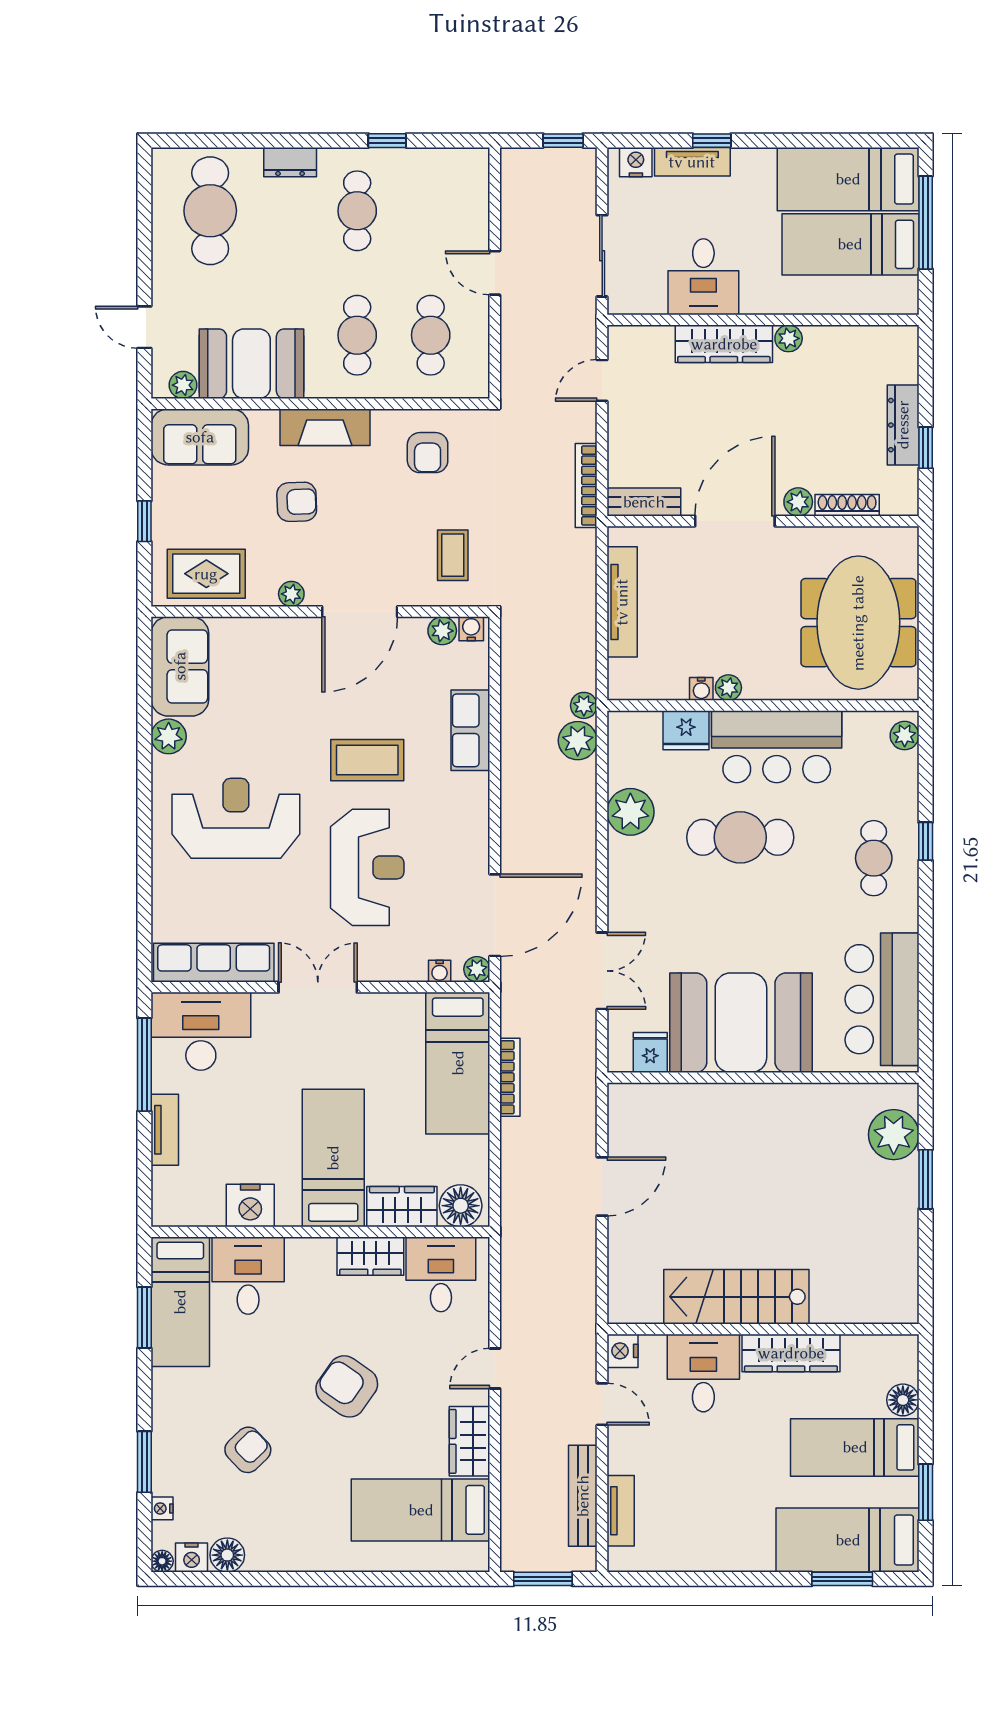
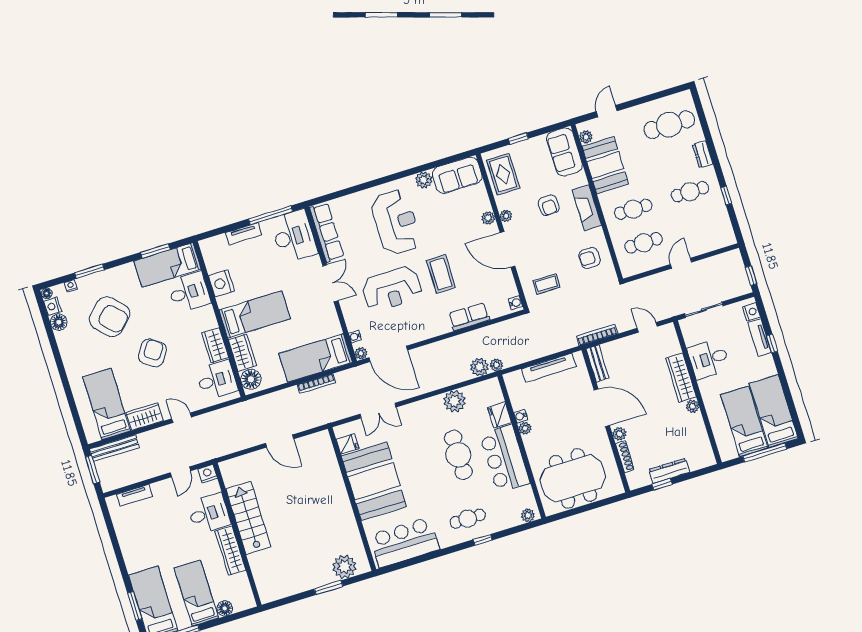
plant: (442, 631) -> (488, 218), moved
armchair: (248, 1450) -> (110, 317), width x1.88, depth x1.88
bench: (583, 1496) -> (114, 448), moved

